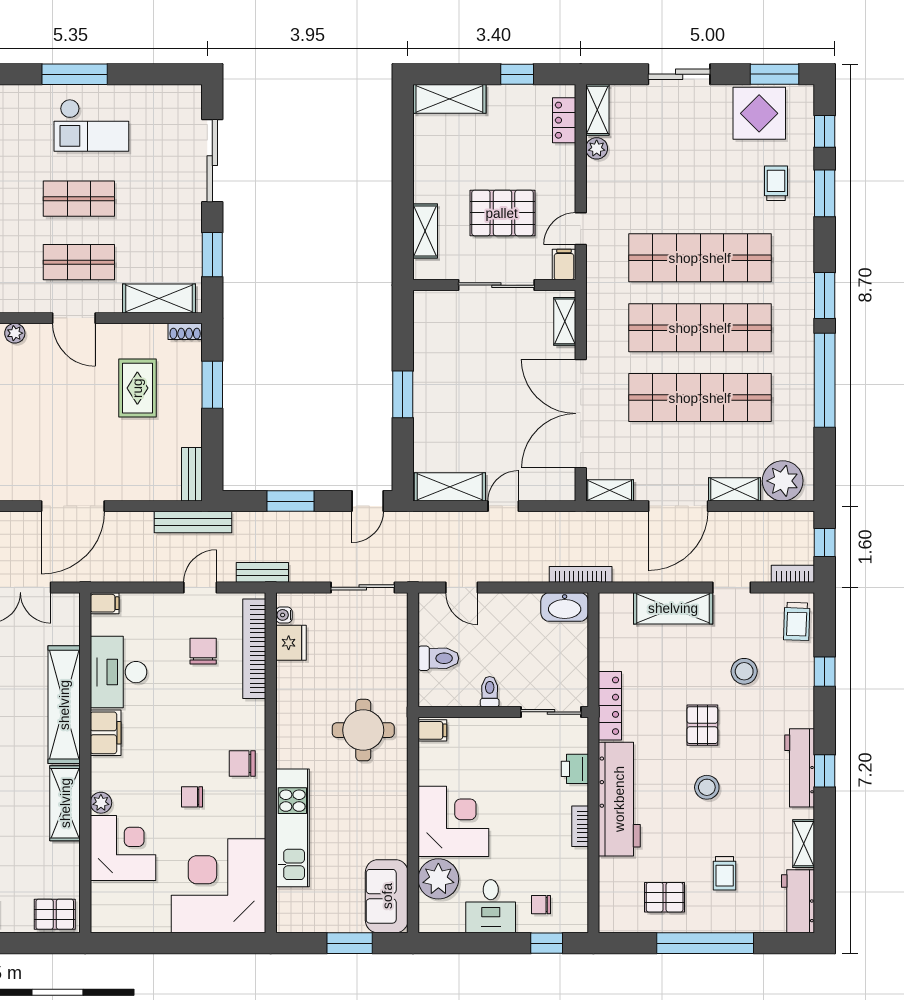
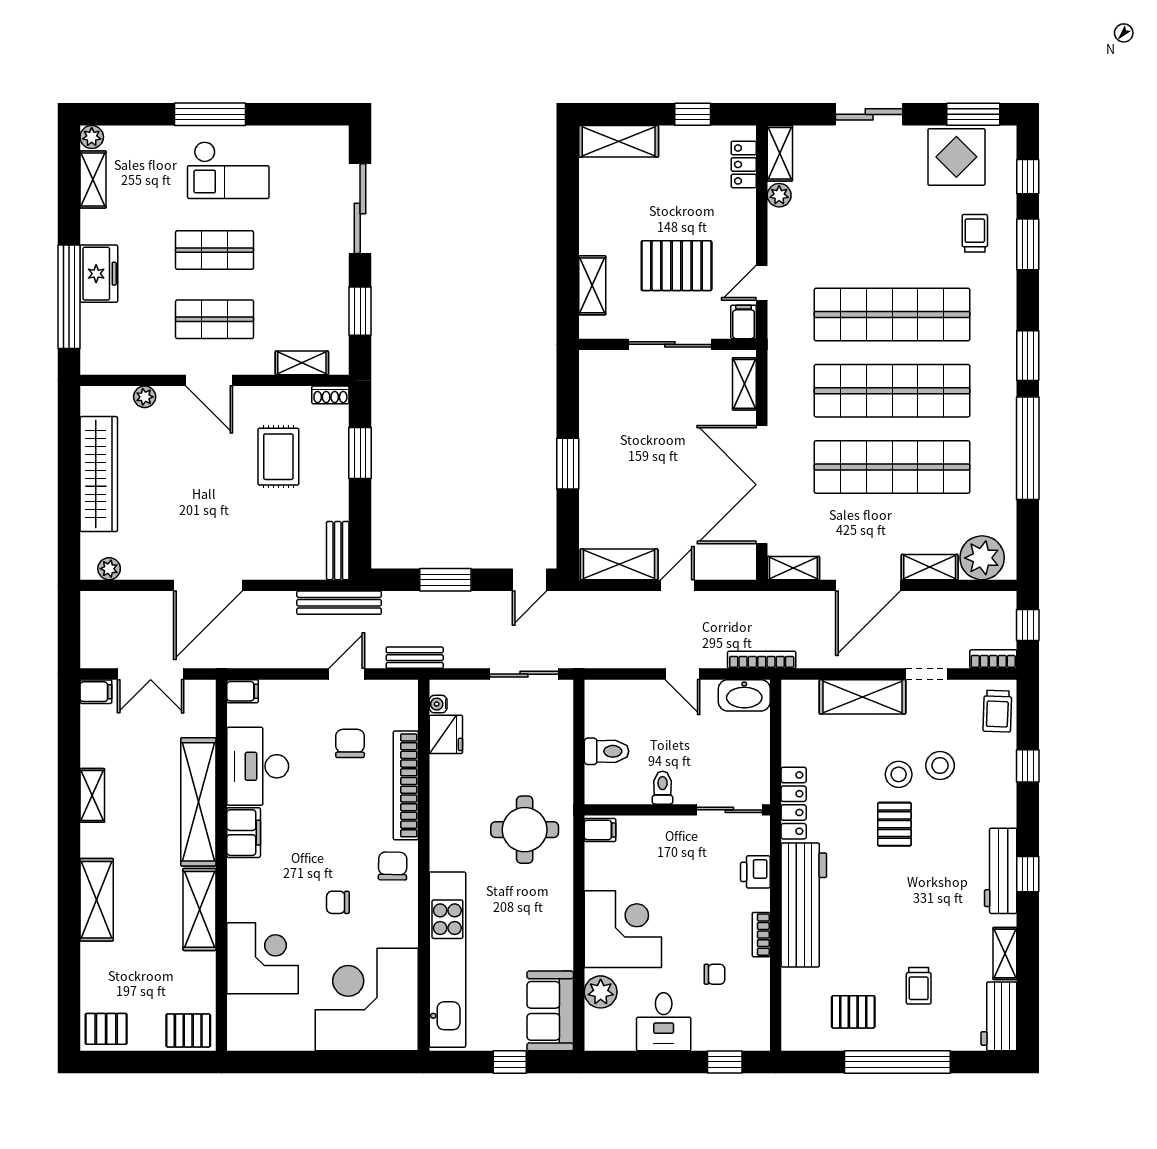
shelving: (159, 298) -> (302, 363), width x0.67, depth x0.75
door: (462, 587) -> (682, 674), moved
bookcase: (254, 649) -> (406, 785), moved
chair: (242, 763) -> (393, 866), turned 91
stool: (707, 787) -> (899, 774), moved
plant: (101, 803) -> (239, 909), removed
kitchen unit: (292, 828) -> (447, 960), width x1.36
plant: (438, 879) -> (601, 992), width x0.73, depth x0.73
chair: (541, 905) -> (715, 974), moved, turned 180
window: (350, 943) -> (510, 1062), width x0.67

